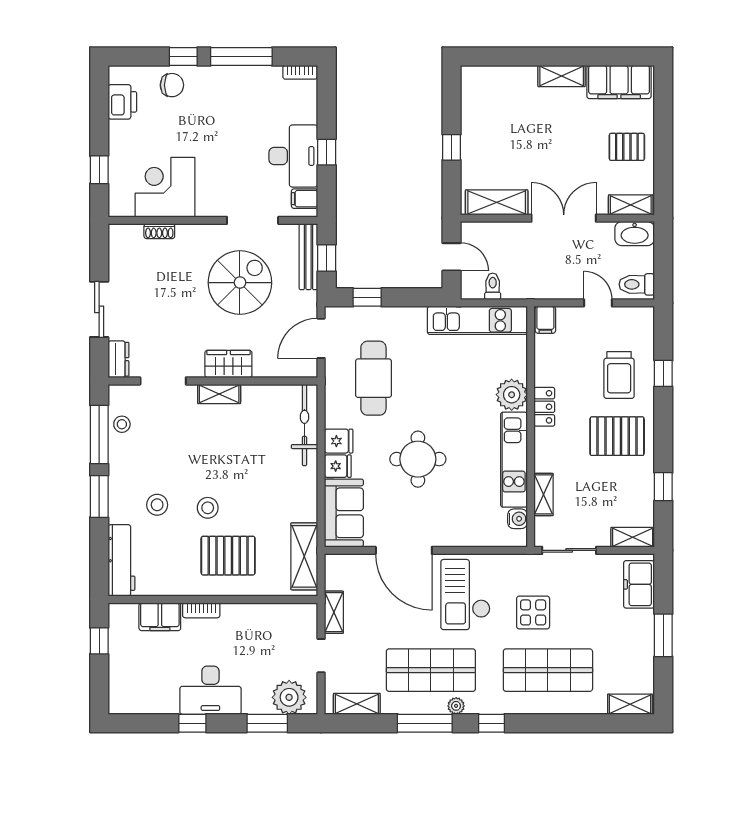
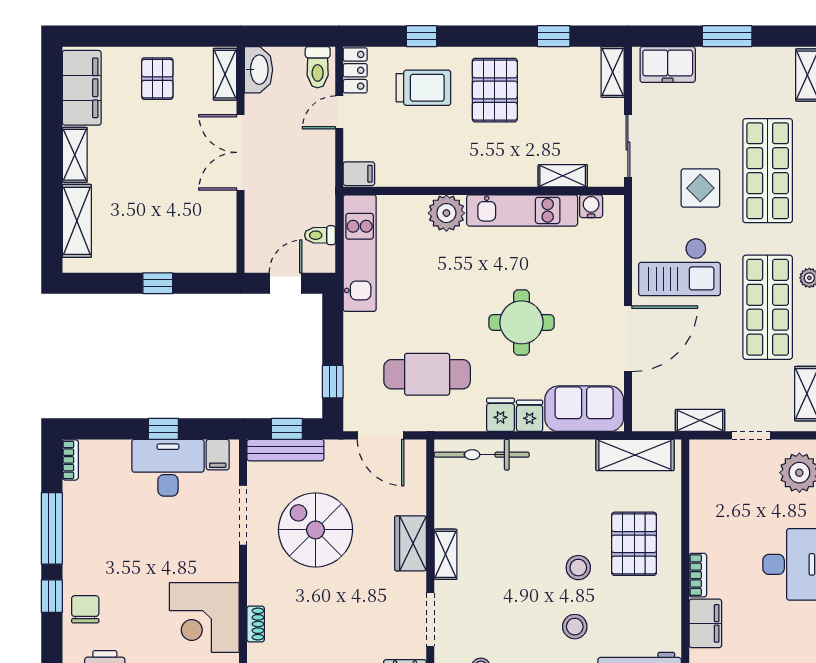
shelving: (497, 202) -> (77, 221), moved
locker: (544, 407) -> (355, 70), moved, turned 90

